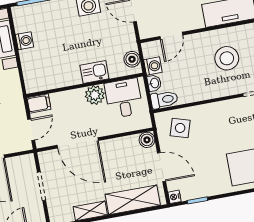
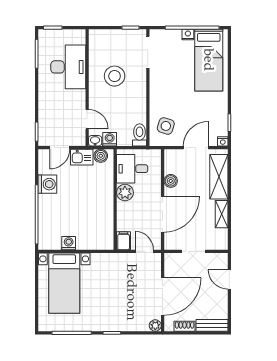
kitchen sink: (94, 72) -> (82, 157), moved, turned -90
washbasin: (154, 83) -> (95, 141), moved
boiler: (147, 140) -> (171, 181), moved

